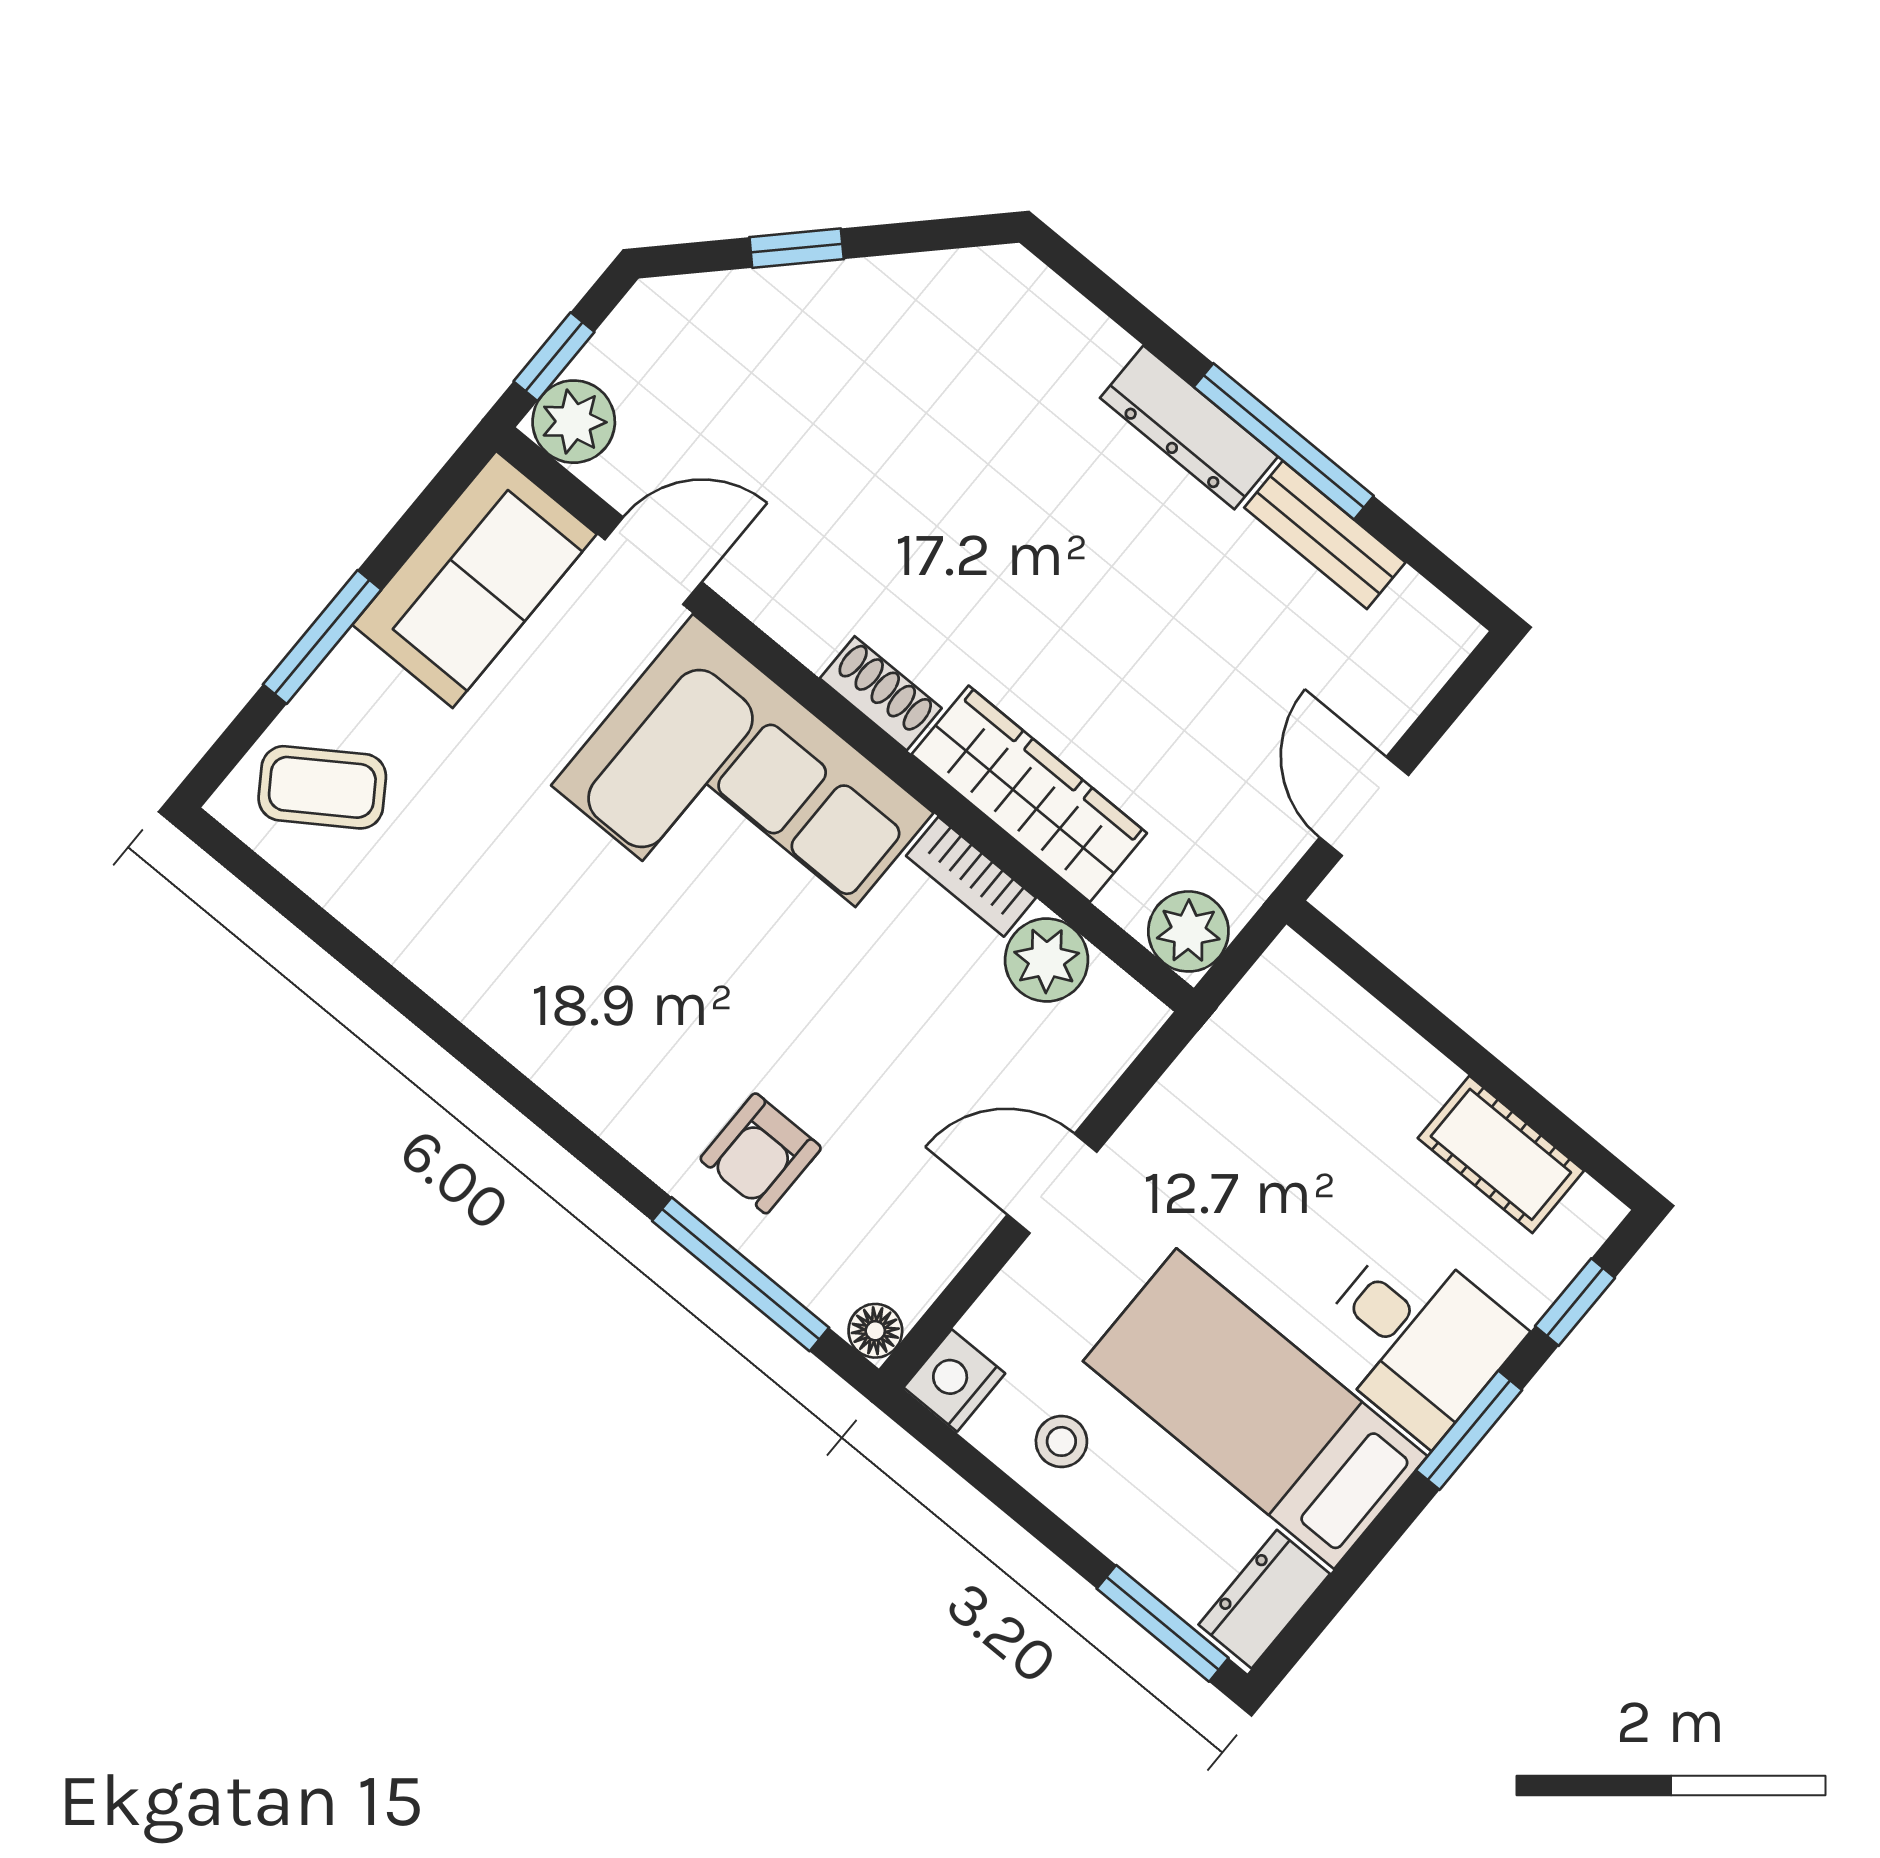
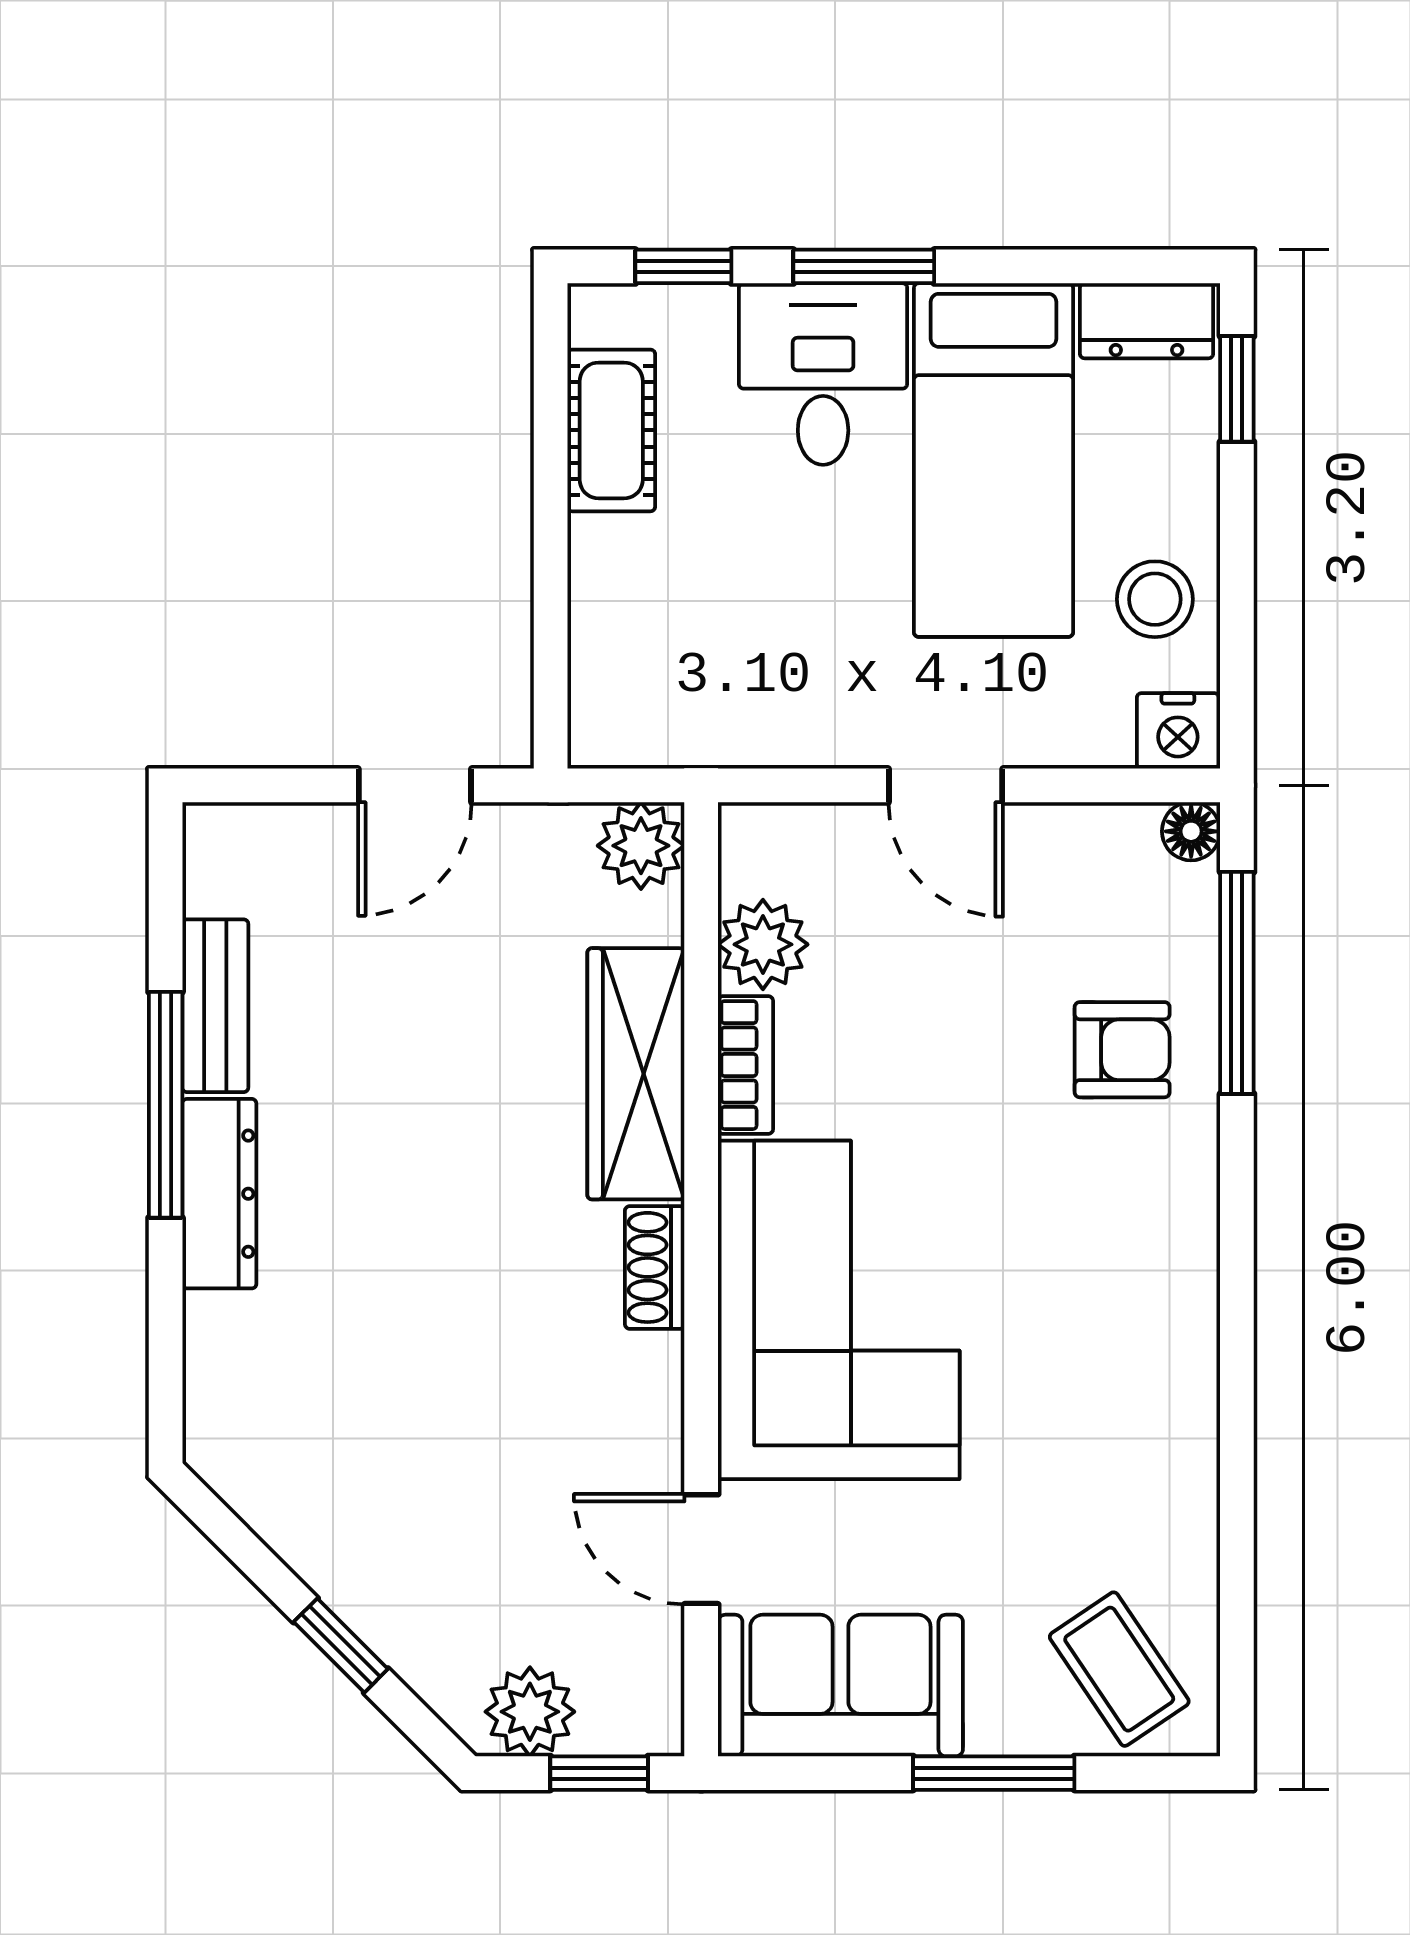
plant: (574, 422) -> (530, 1712), moved
stool: (1061, 1441) -> (1155, 599), width x1.37, depth x1.37
window: (1163, 1623) -> (1237, 389), width x0.67

